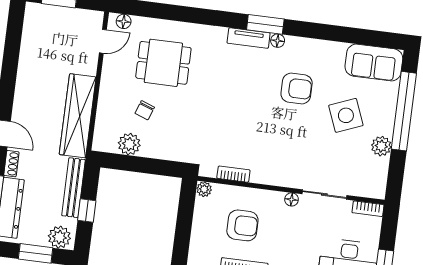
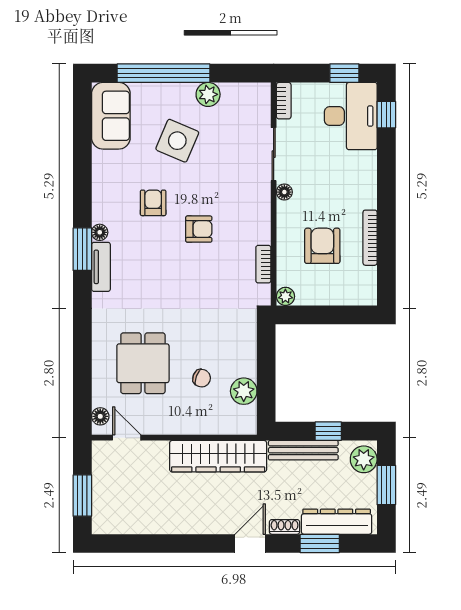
armchair: (297, 88) -> (153, 203), width x0.72, depth x0.72
side table: (346, 115) -> (177, 141), turned 45
armchair: (270, 124) -> (199, 229), added

